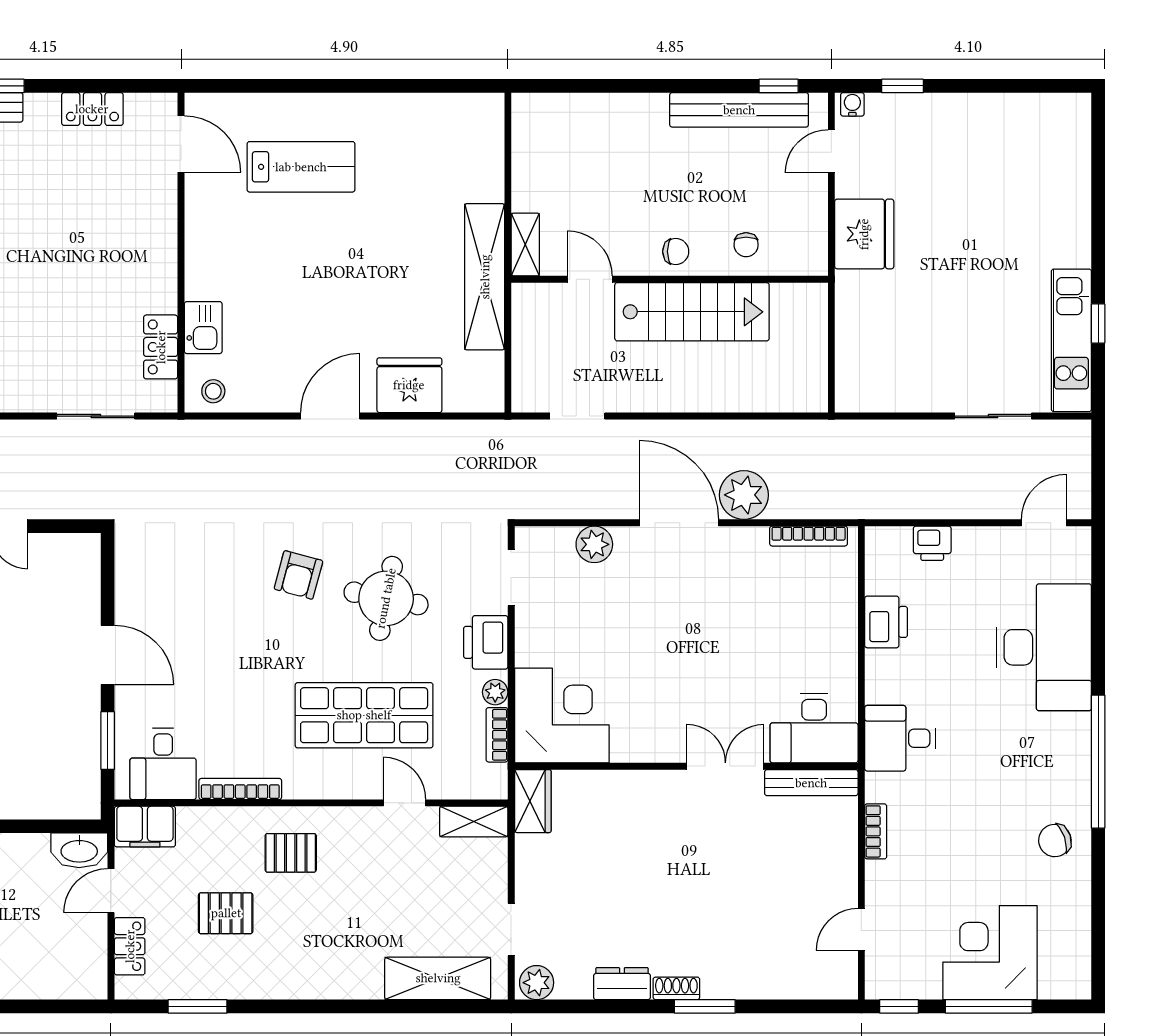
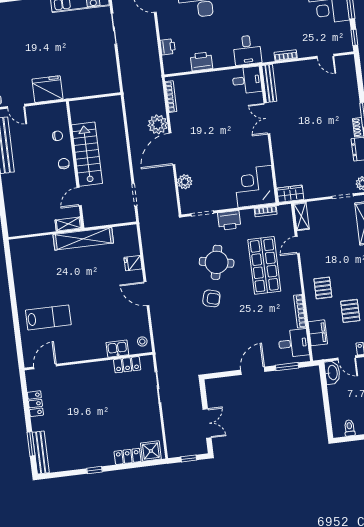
lab bench: (301, 167) -> (48, 317), turned 90
fridge: (409, 385) -> (133, 263), width x0.53, depth x0.75
plant: (495, 692) -> (249, 214), removed
desk: (814, 728) -> (247, 80), width x0.73
filing cabinet: (145, 827) -> (318, 333), moved

